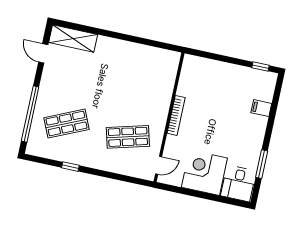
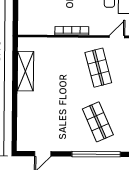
shelving: (73, 39) -> (25, 71), moved
door: (159, 165) -> (117, 37), hinge flipped

